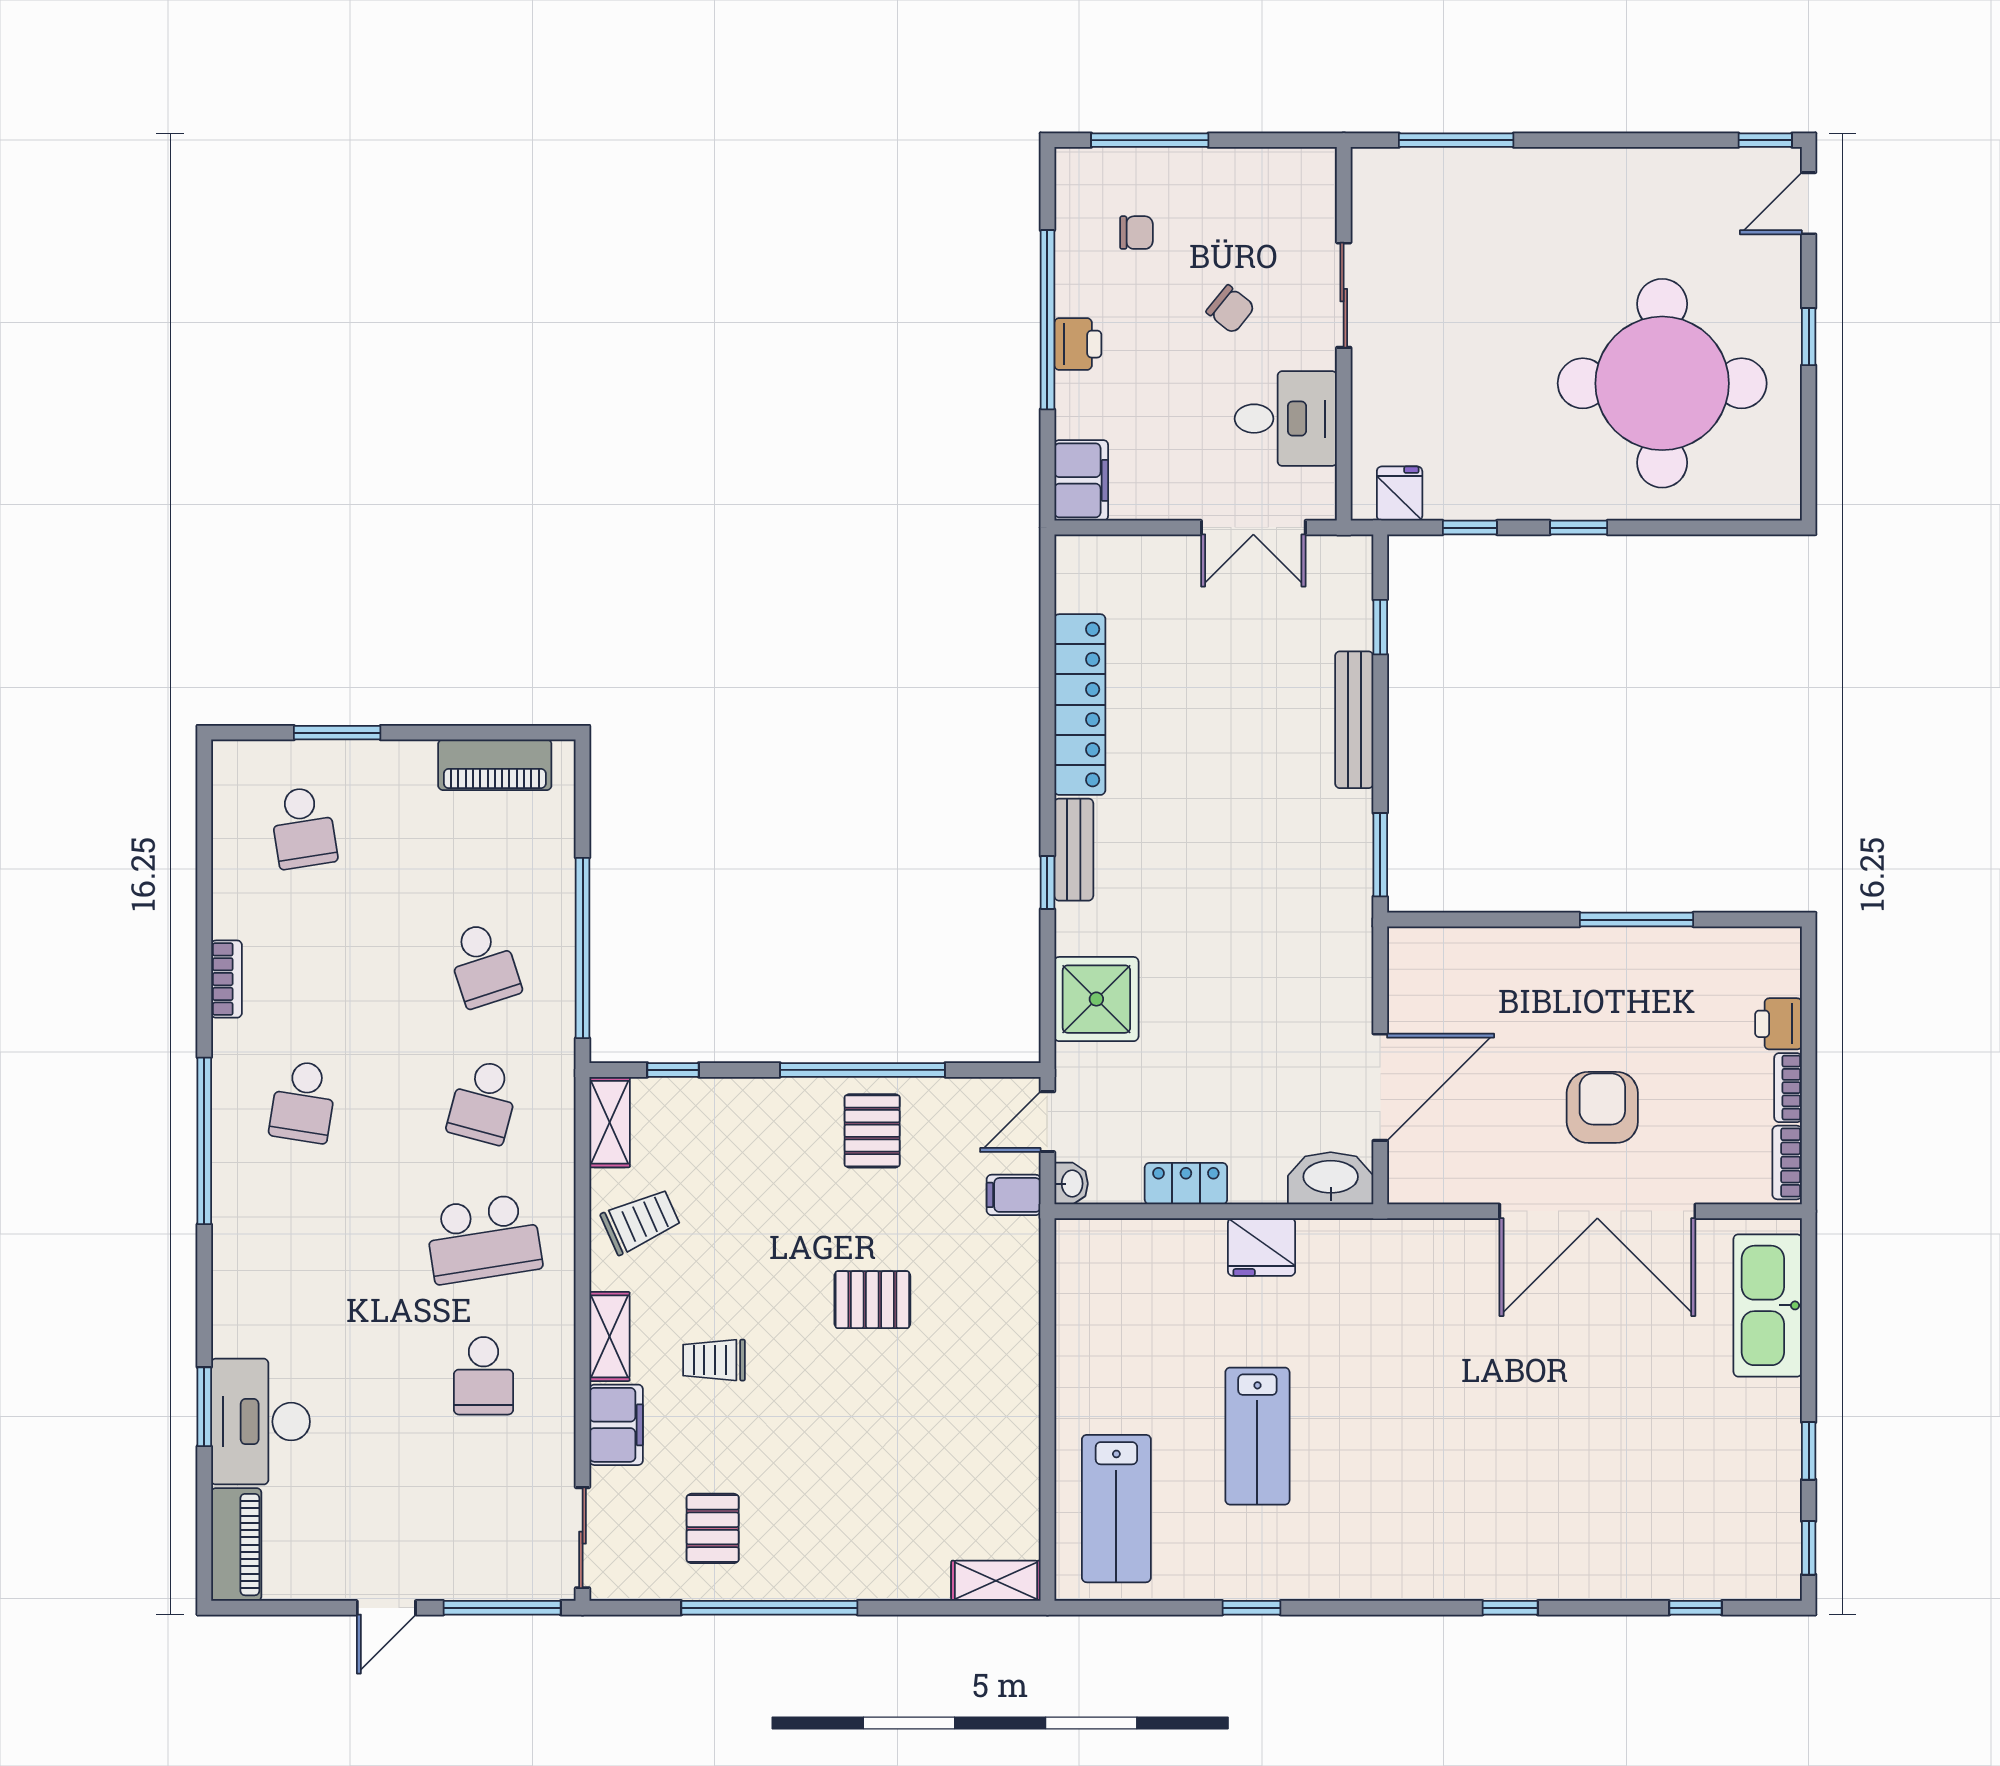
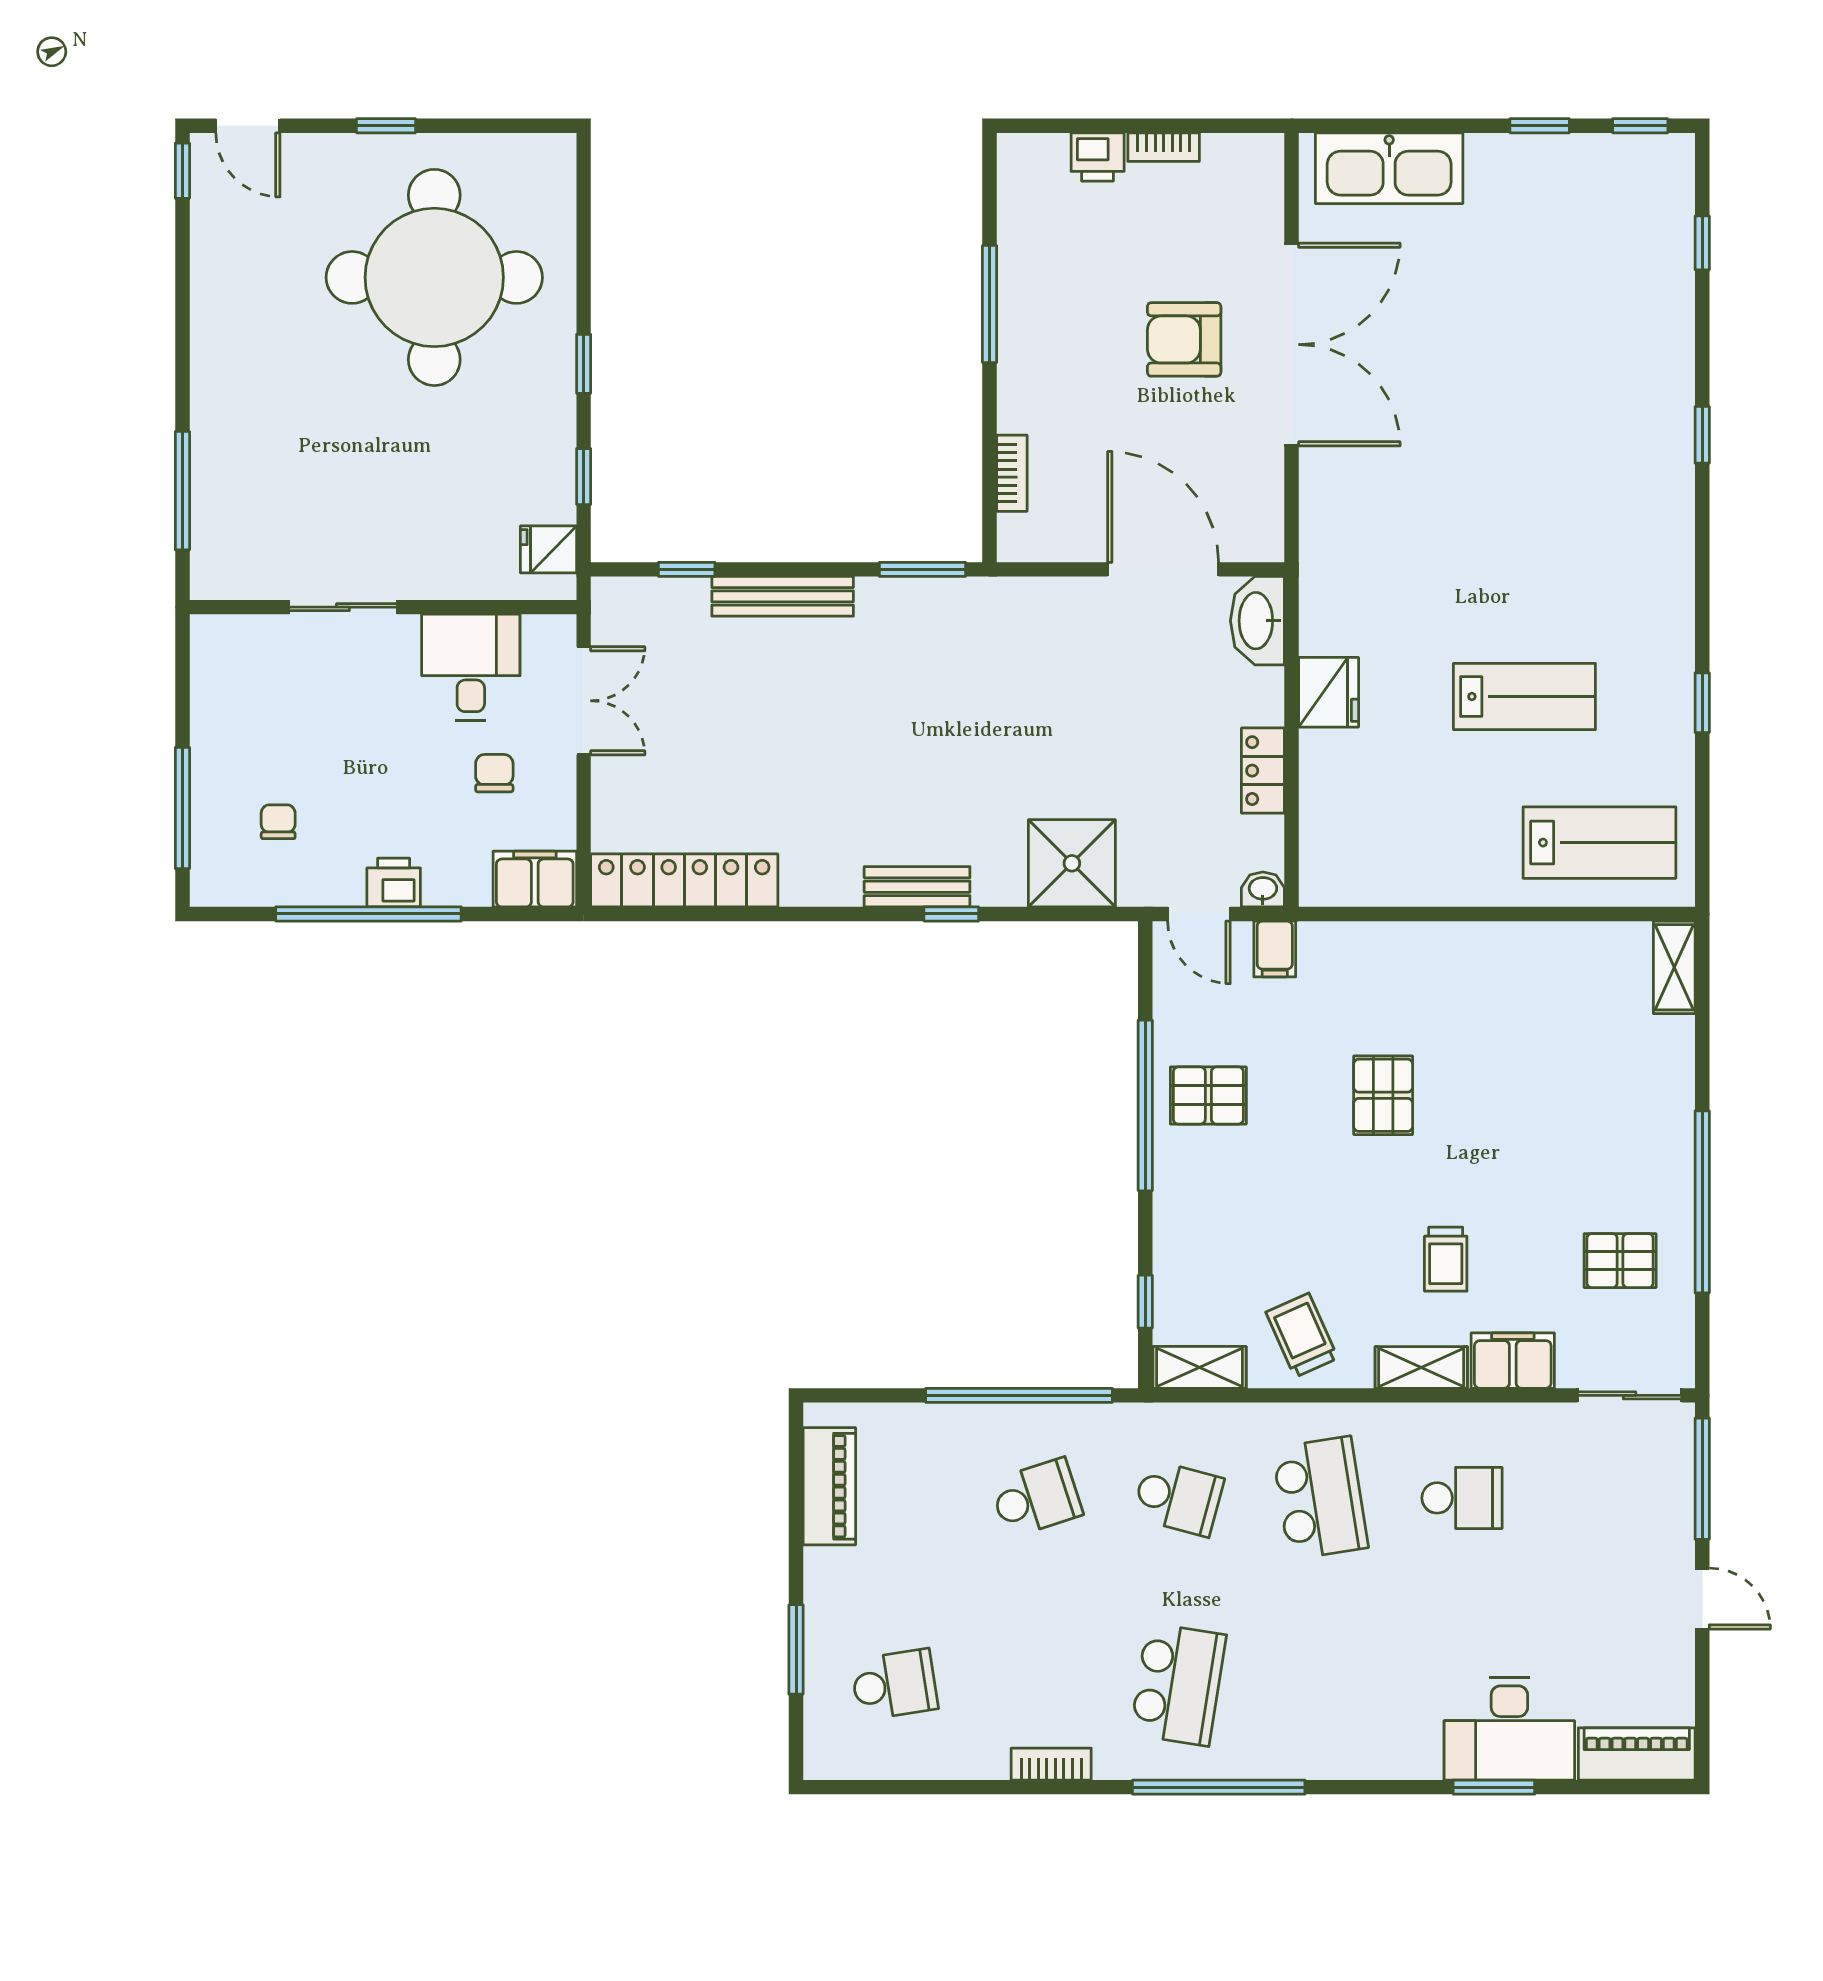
chair: (1231, 309) -> (494, 773), moved, turned -39
locker: (1080, 705) -> (684, 880), moved
school desk: (303, 1102) -> (1178, 1685), width x1.85
bookcase: (1787, 1163) -> (1012, 473), moved, turned -90

